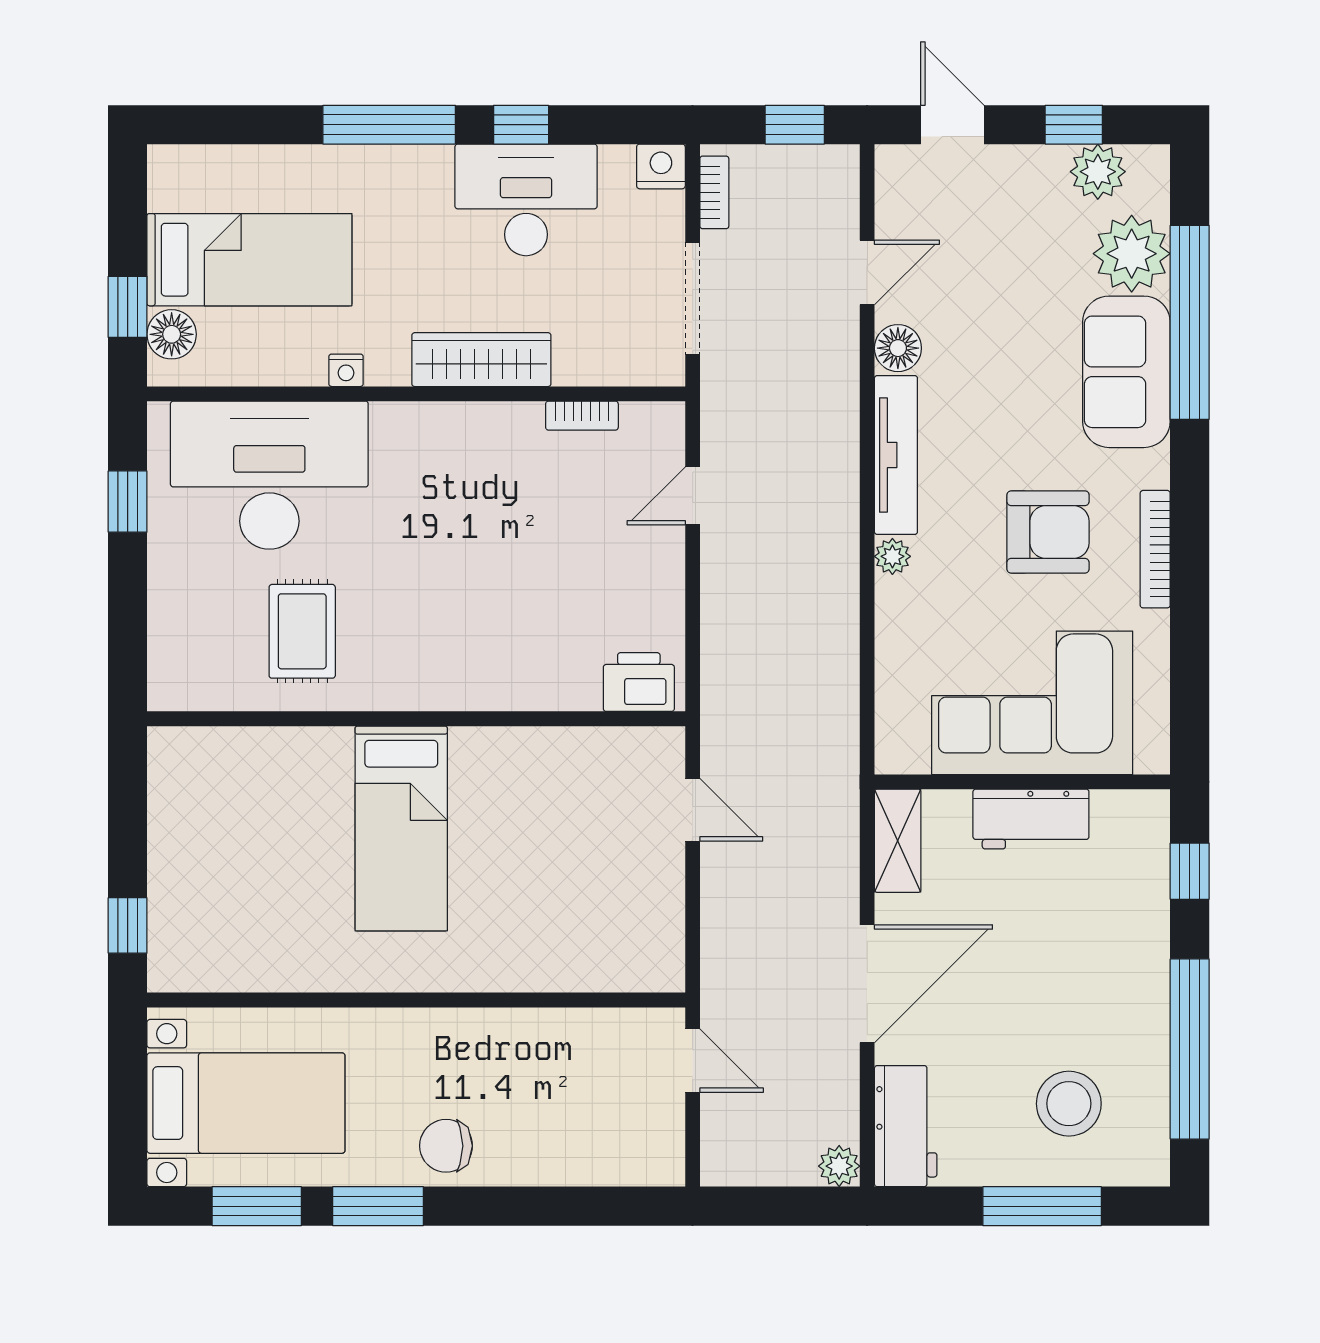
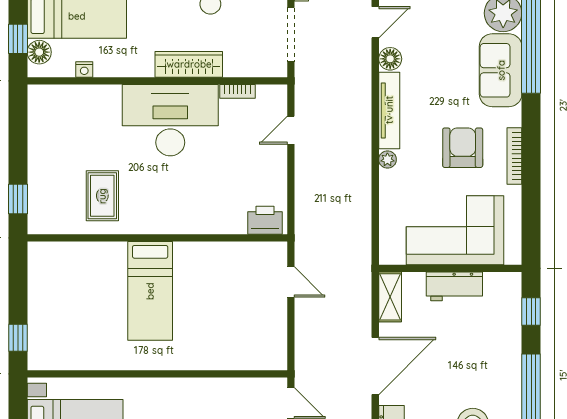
nightstand: (346, 370) -> (84, 70), moved
desk: (269, 475) -> (170, 120), moved
window: (128, 502) -> (18, 199), moved
armchair: (1048, 532) -> (463, 148), turned -90

